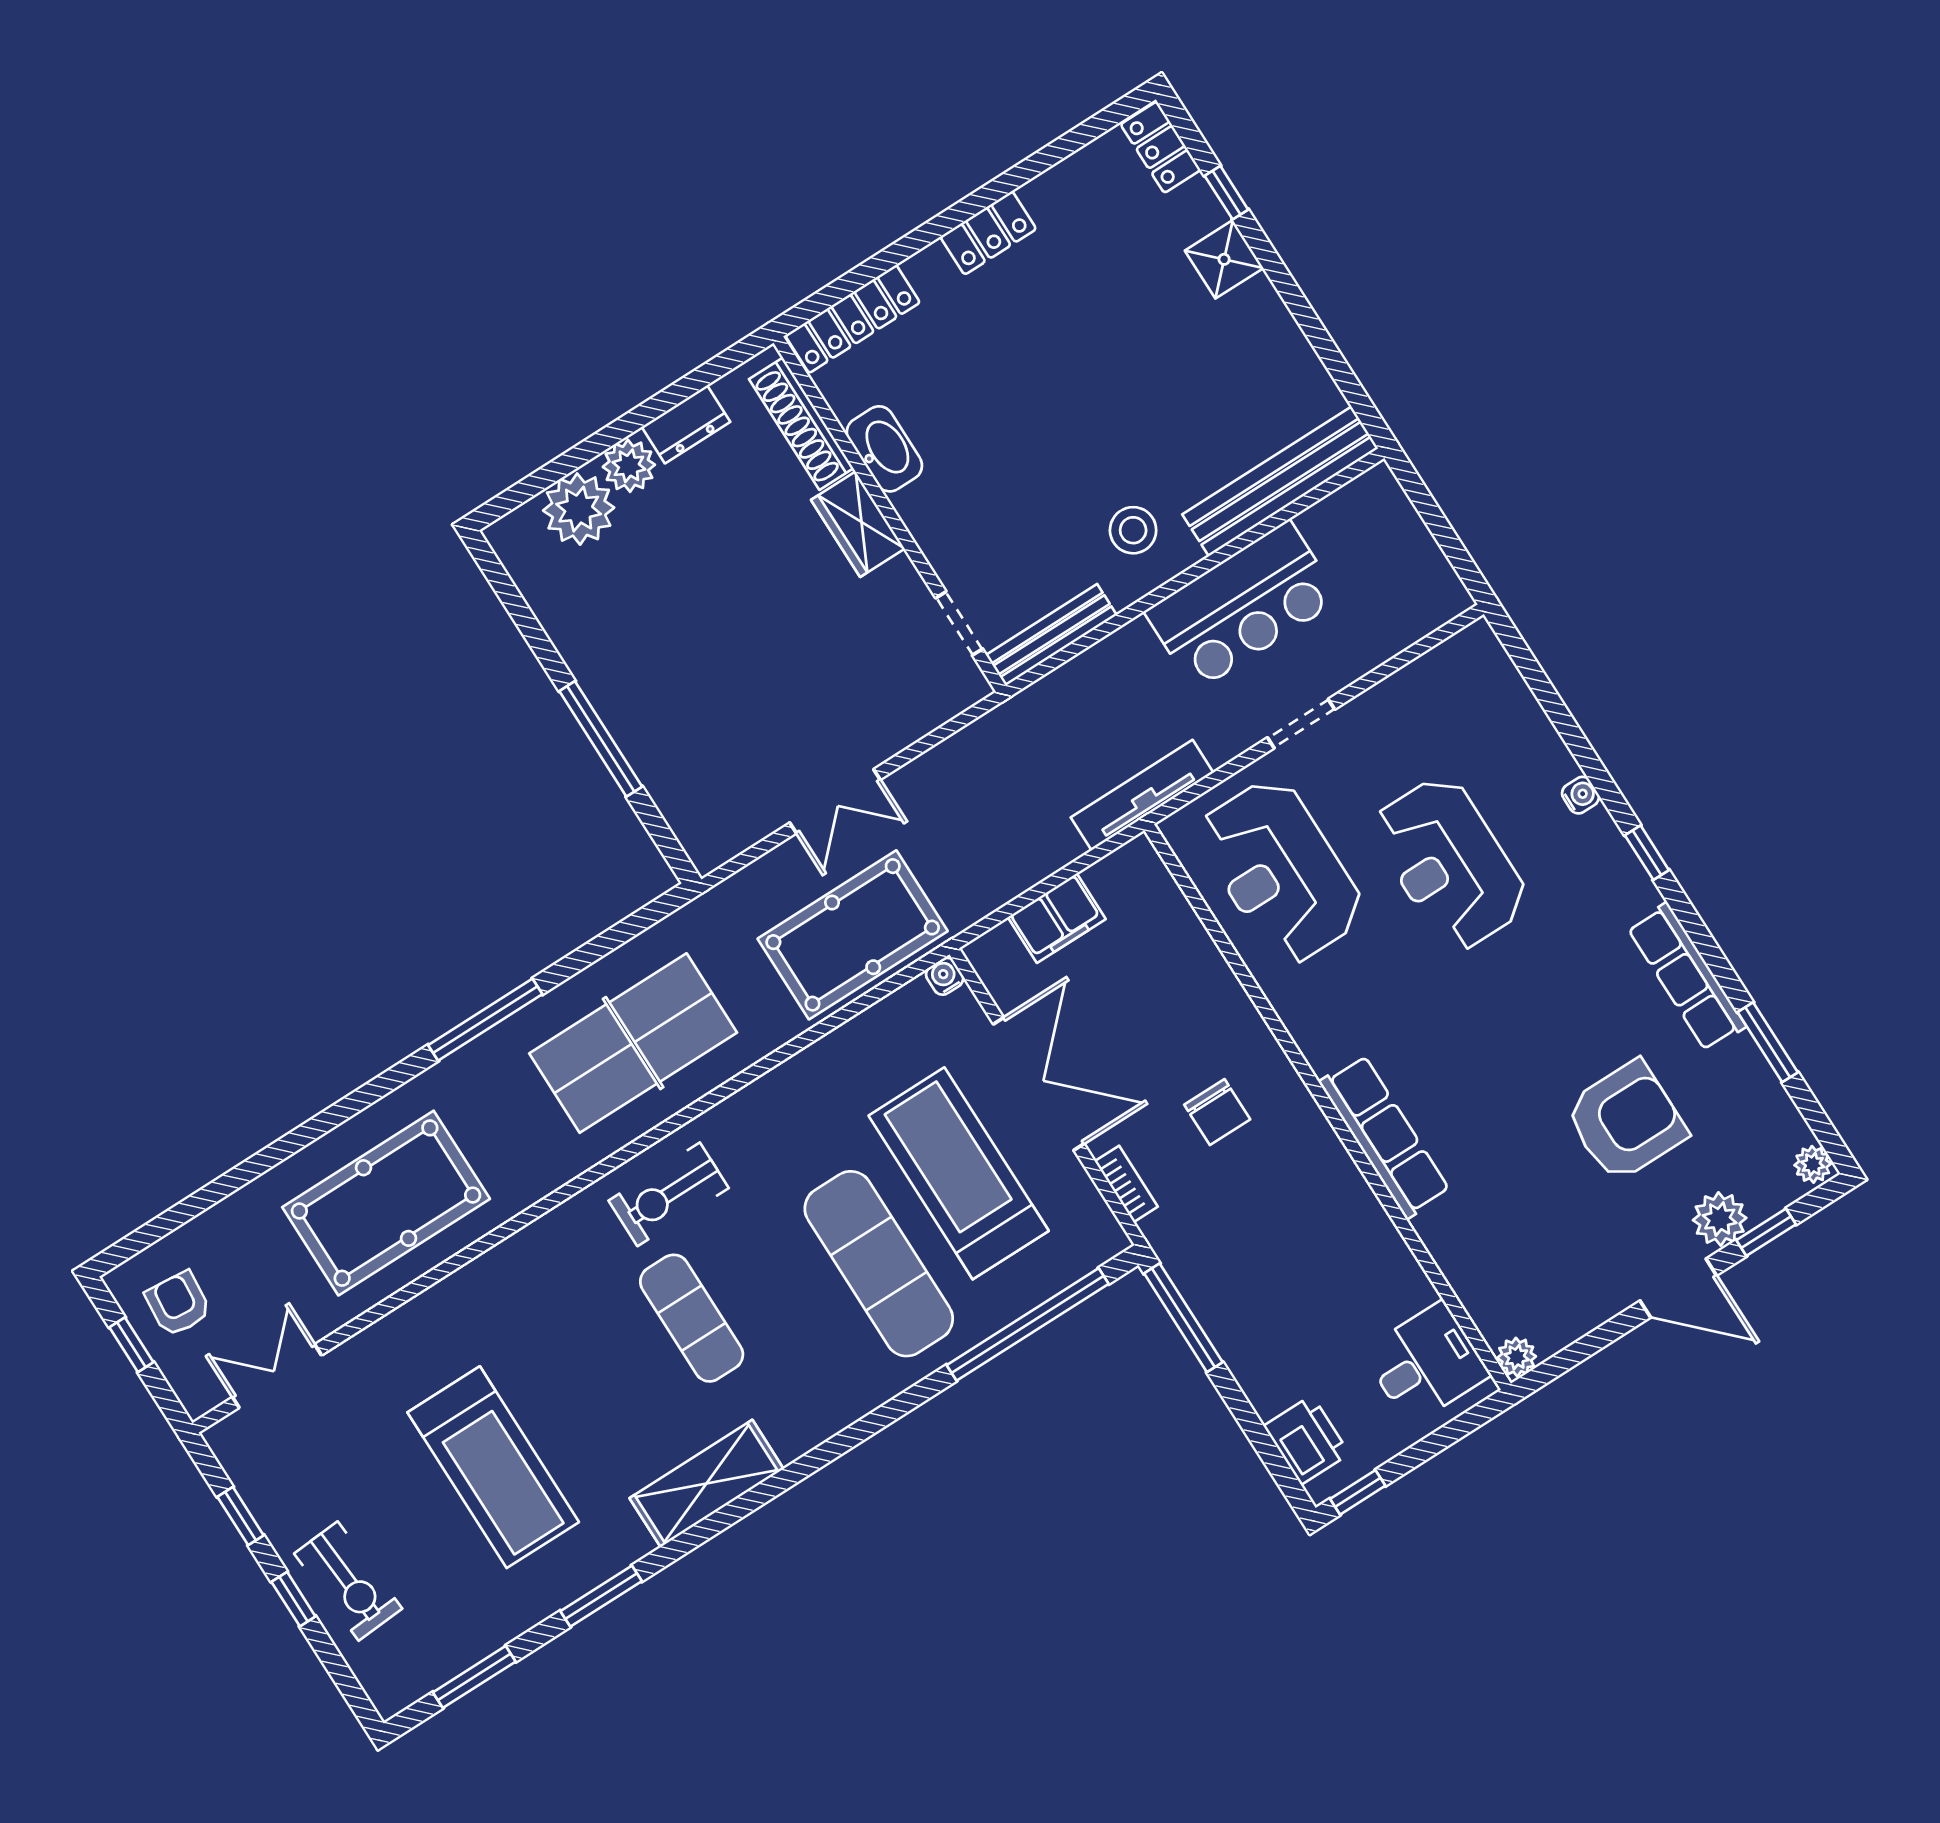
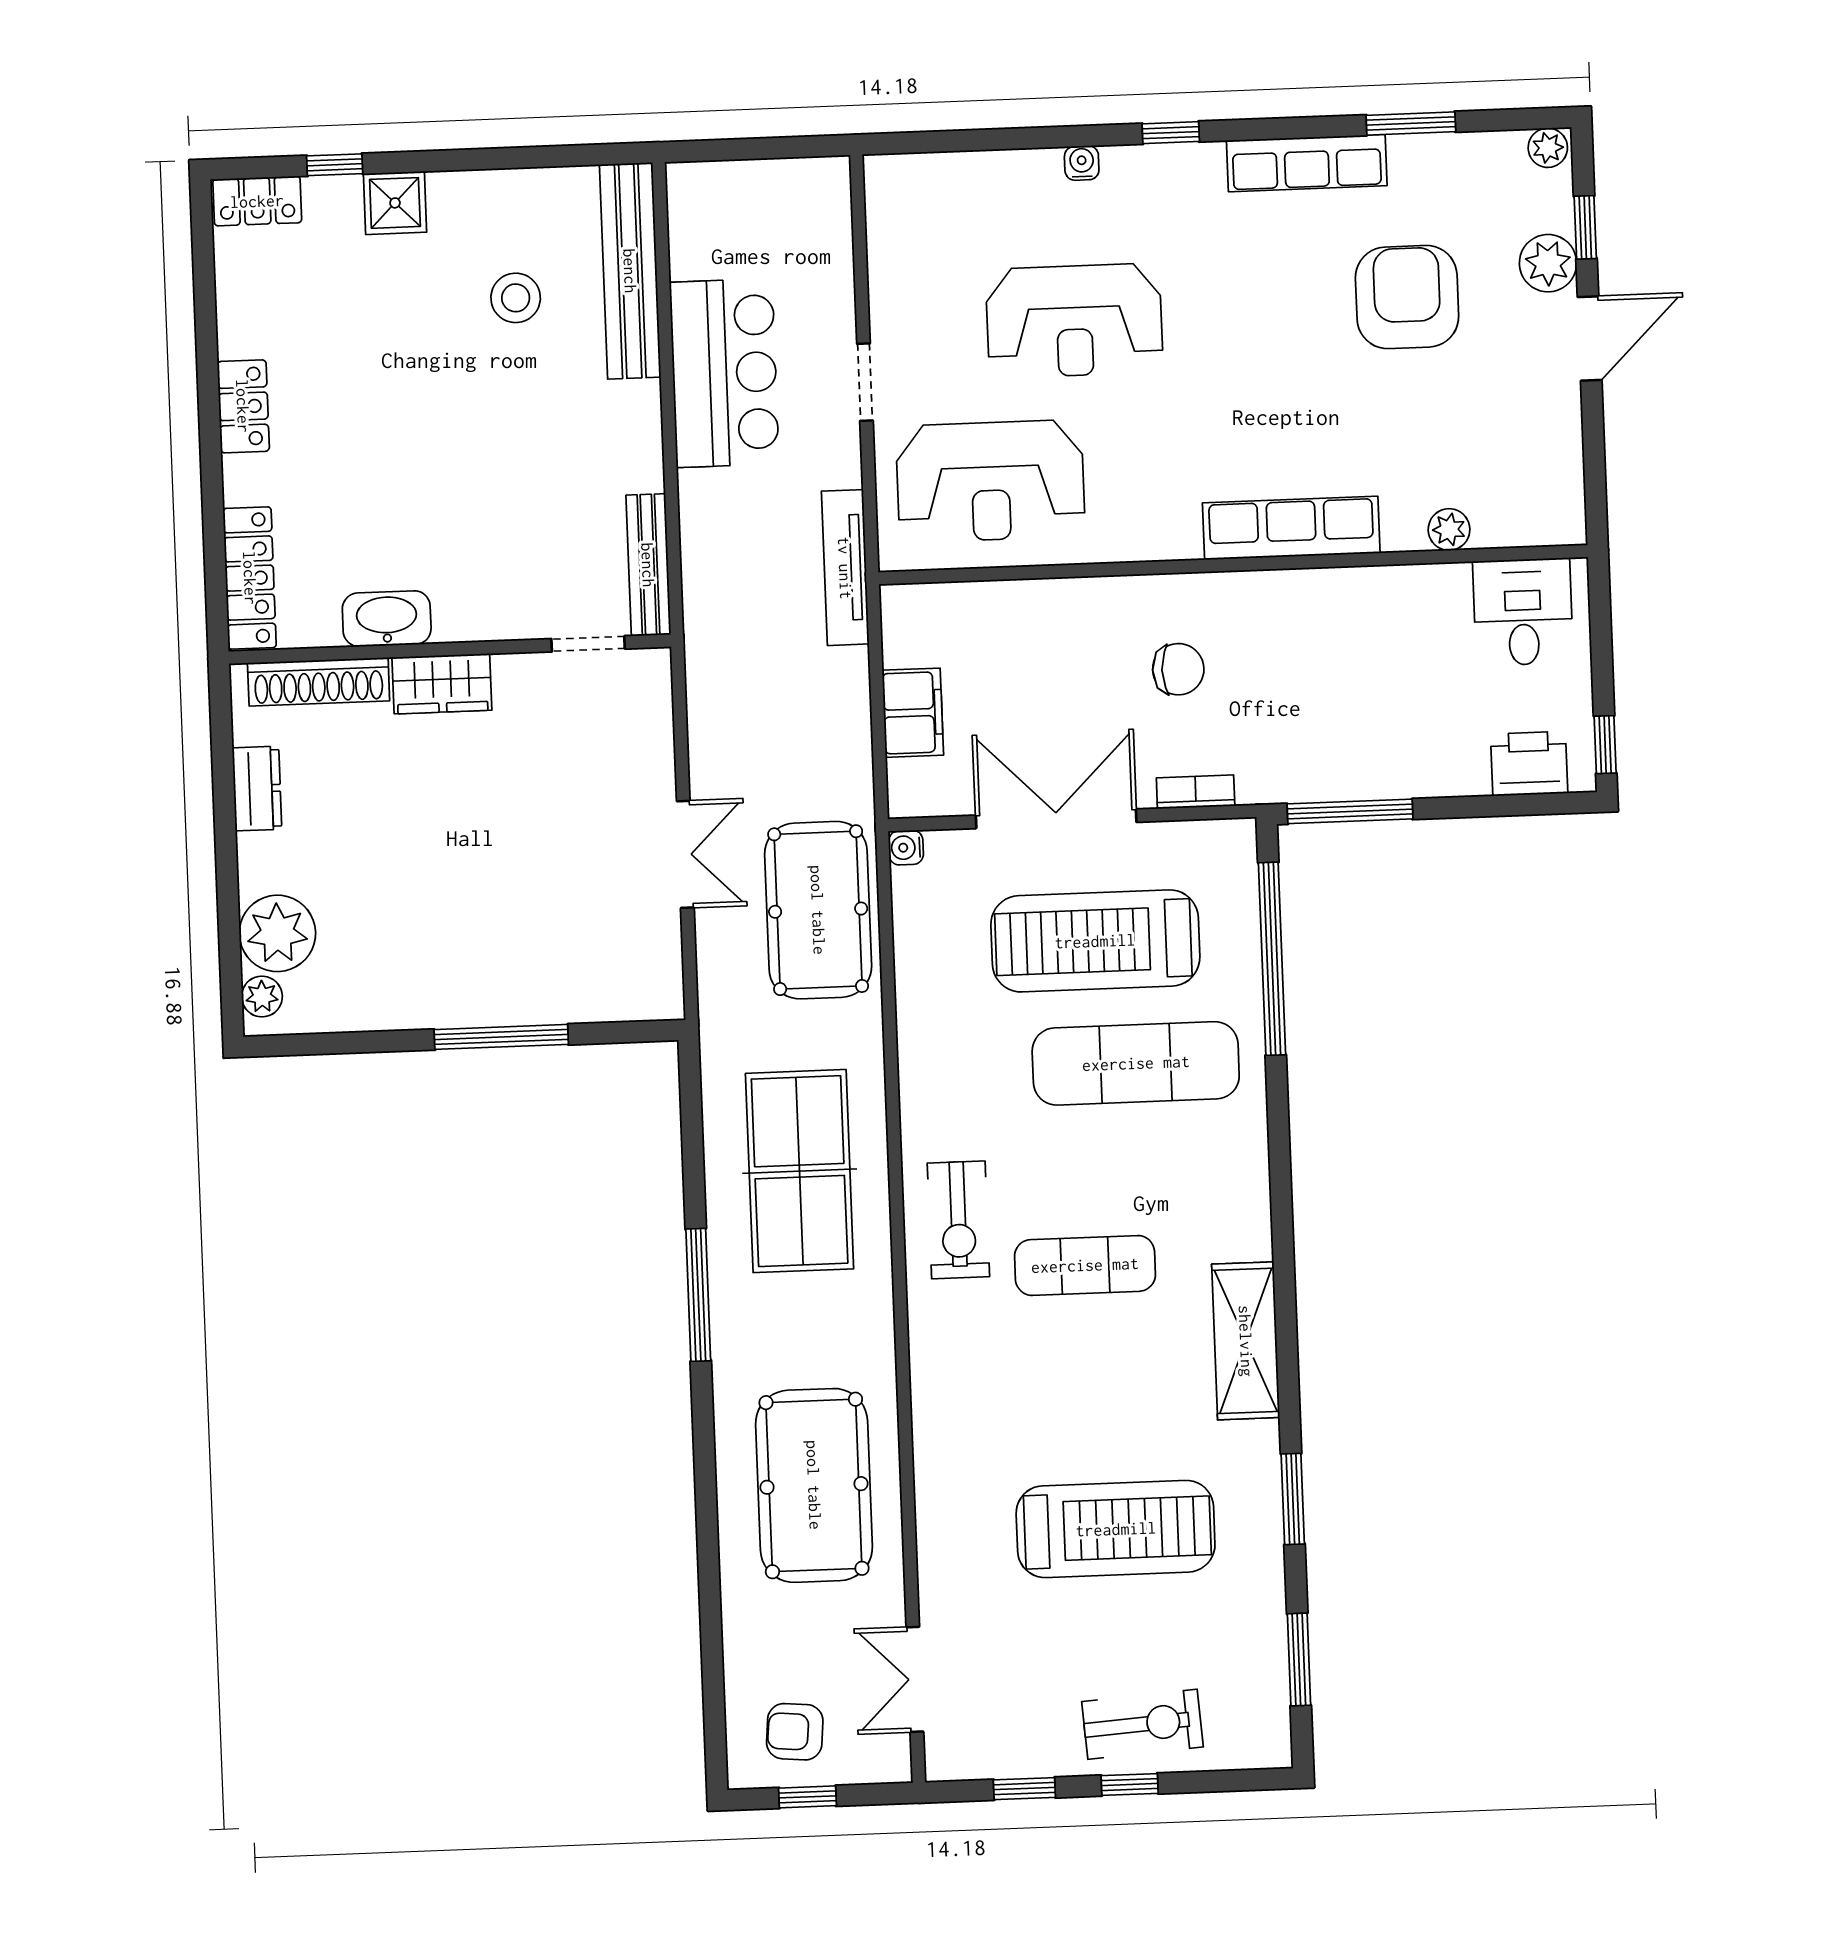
plant: (629, 466) -> (262, 997), moved, width x0.73, depth x0.73
stool: (1133, 530) -> (516, 298), moved
plant: (1517, 1357) -> (1449, 530), moved

